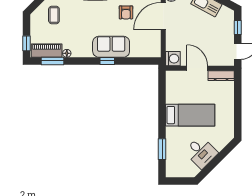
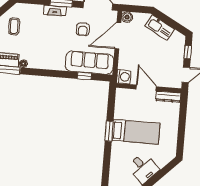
sofa: (111, 47) -> (89, 63), moved, width x1.36
window: (107, 61) -> (84, 76), moved
window: (162, 149) -> (109, 131), moved

